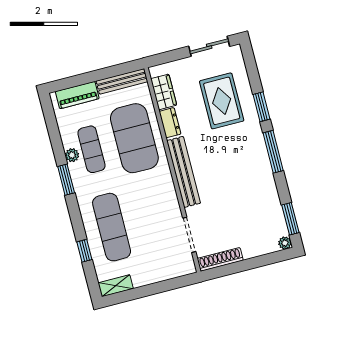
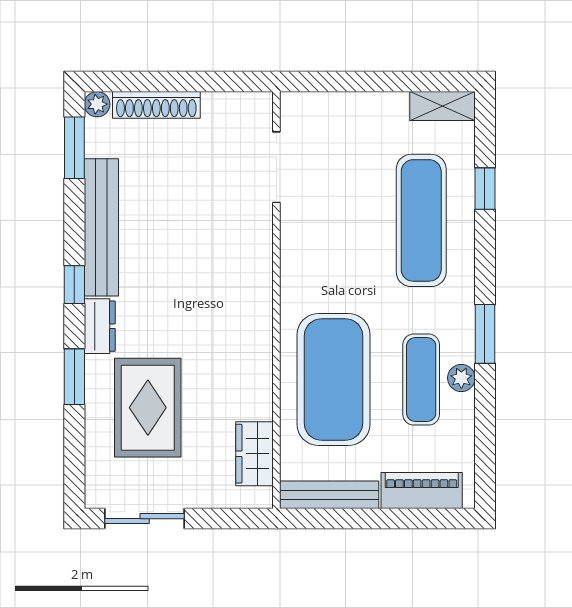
dresser: (170, 123) -> (100, 326), moved, turned 180
window: (273, 152) -> (74, 285), width x0.46
bench: (184, 172) -> (101, 227), moved
shoe rack: (220, 259) -> (156, 105), moved

